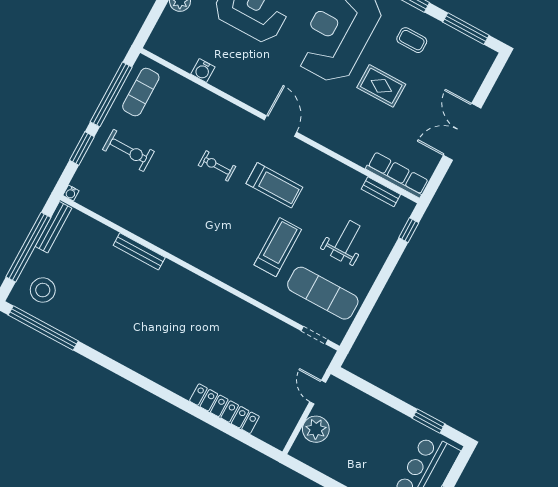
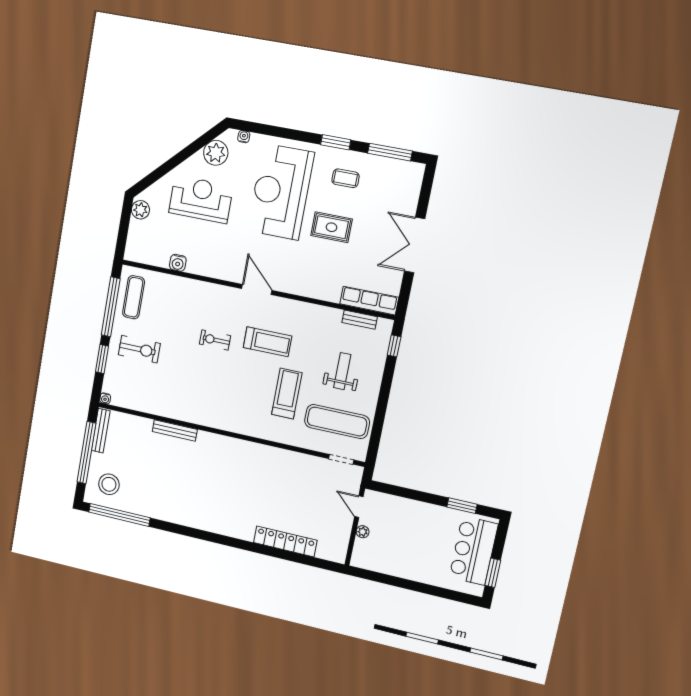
plant: (316, 429) -> (363, 532), width x0.53, depth x0.53

